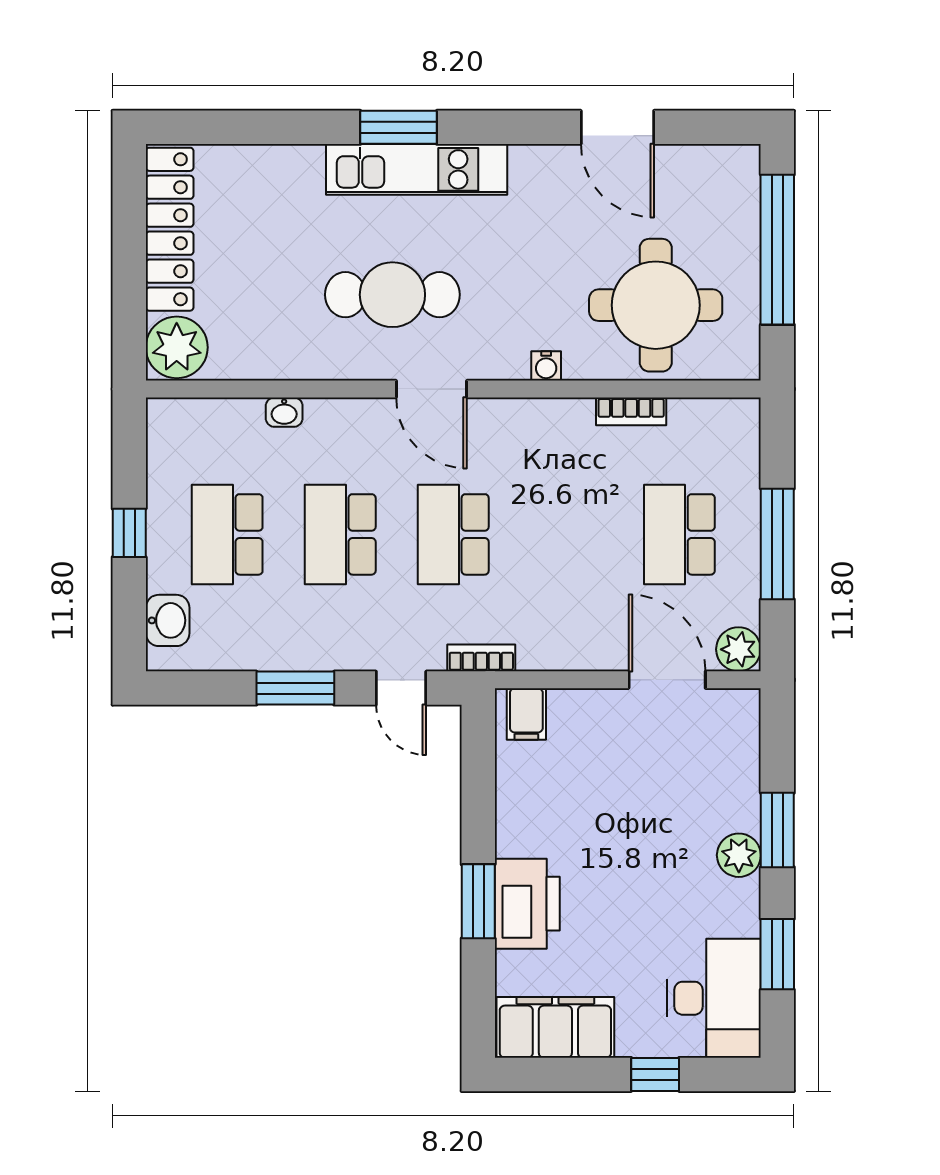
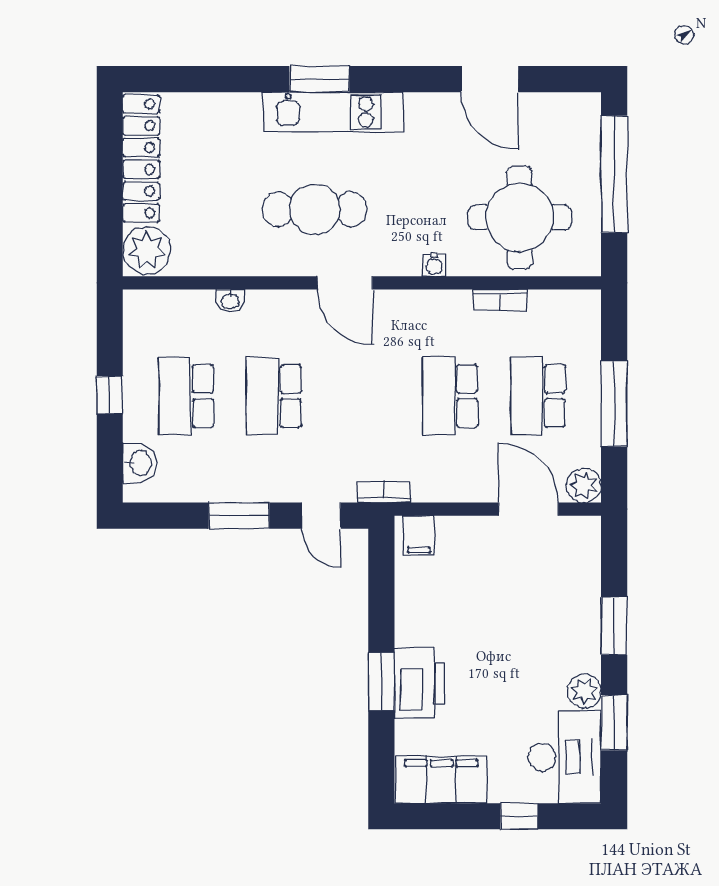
school desk: (453, 534) -> (450, 396), moved
plant: (739, 855) -> (584, 691), moved

